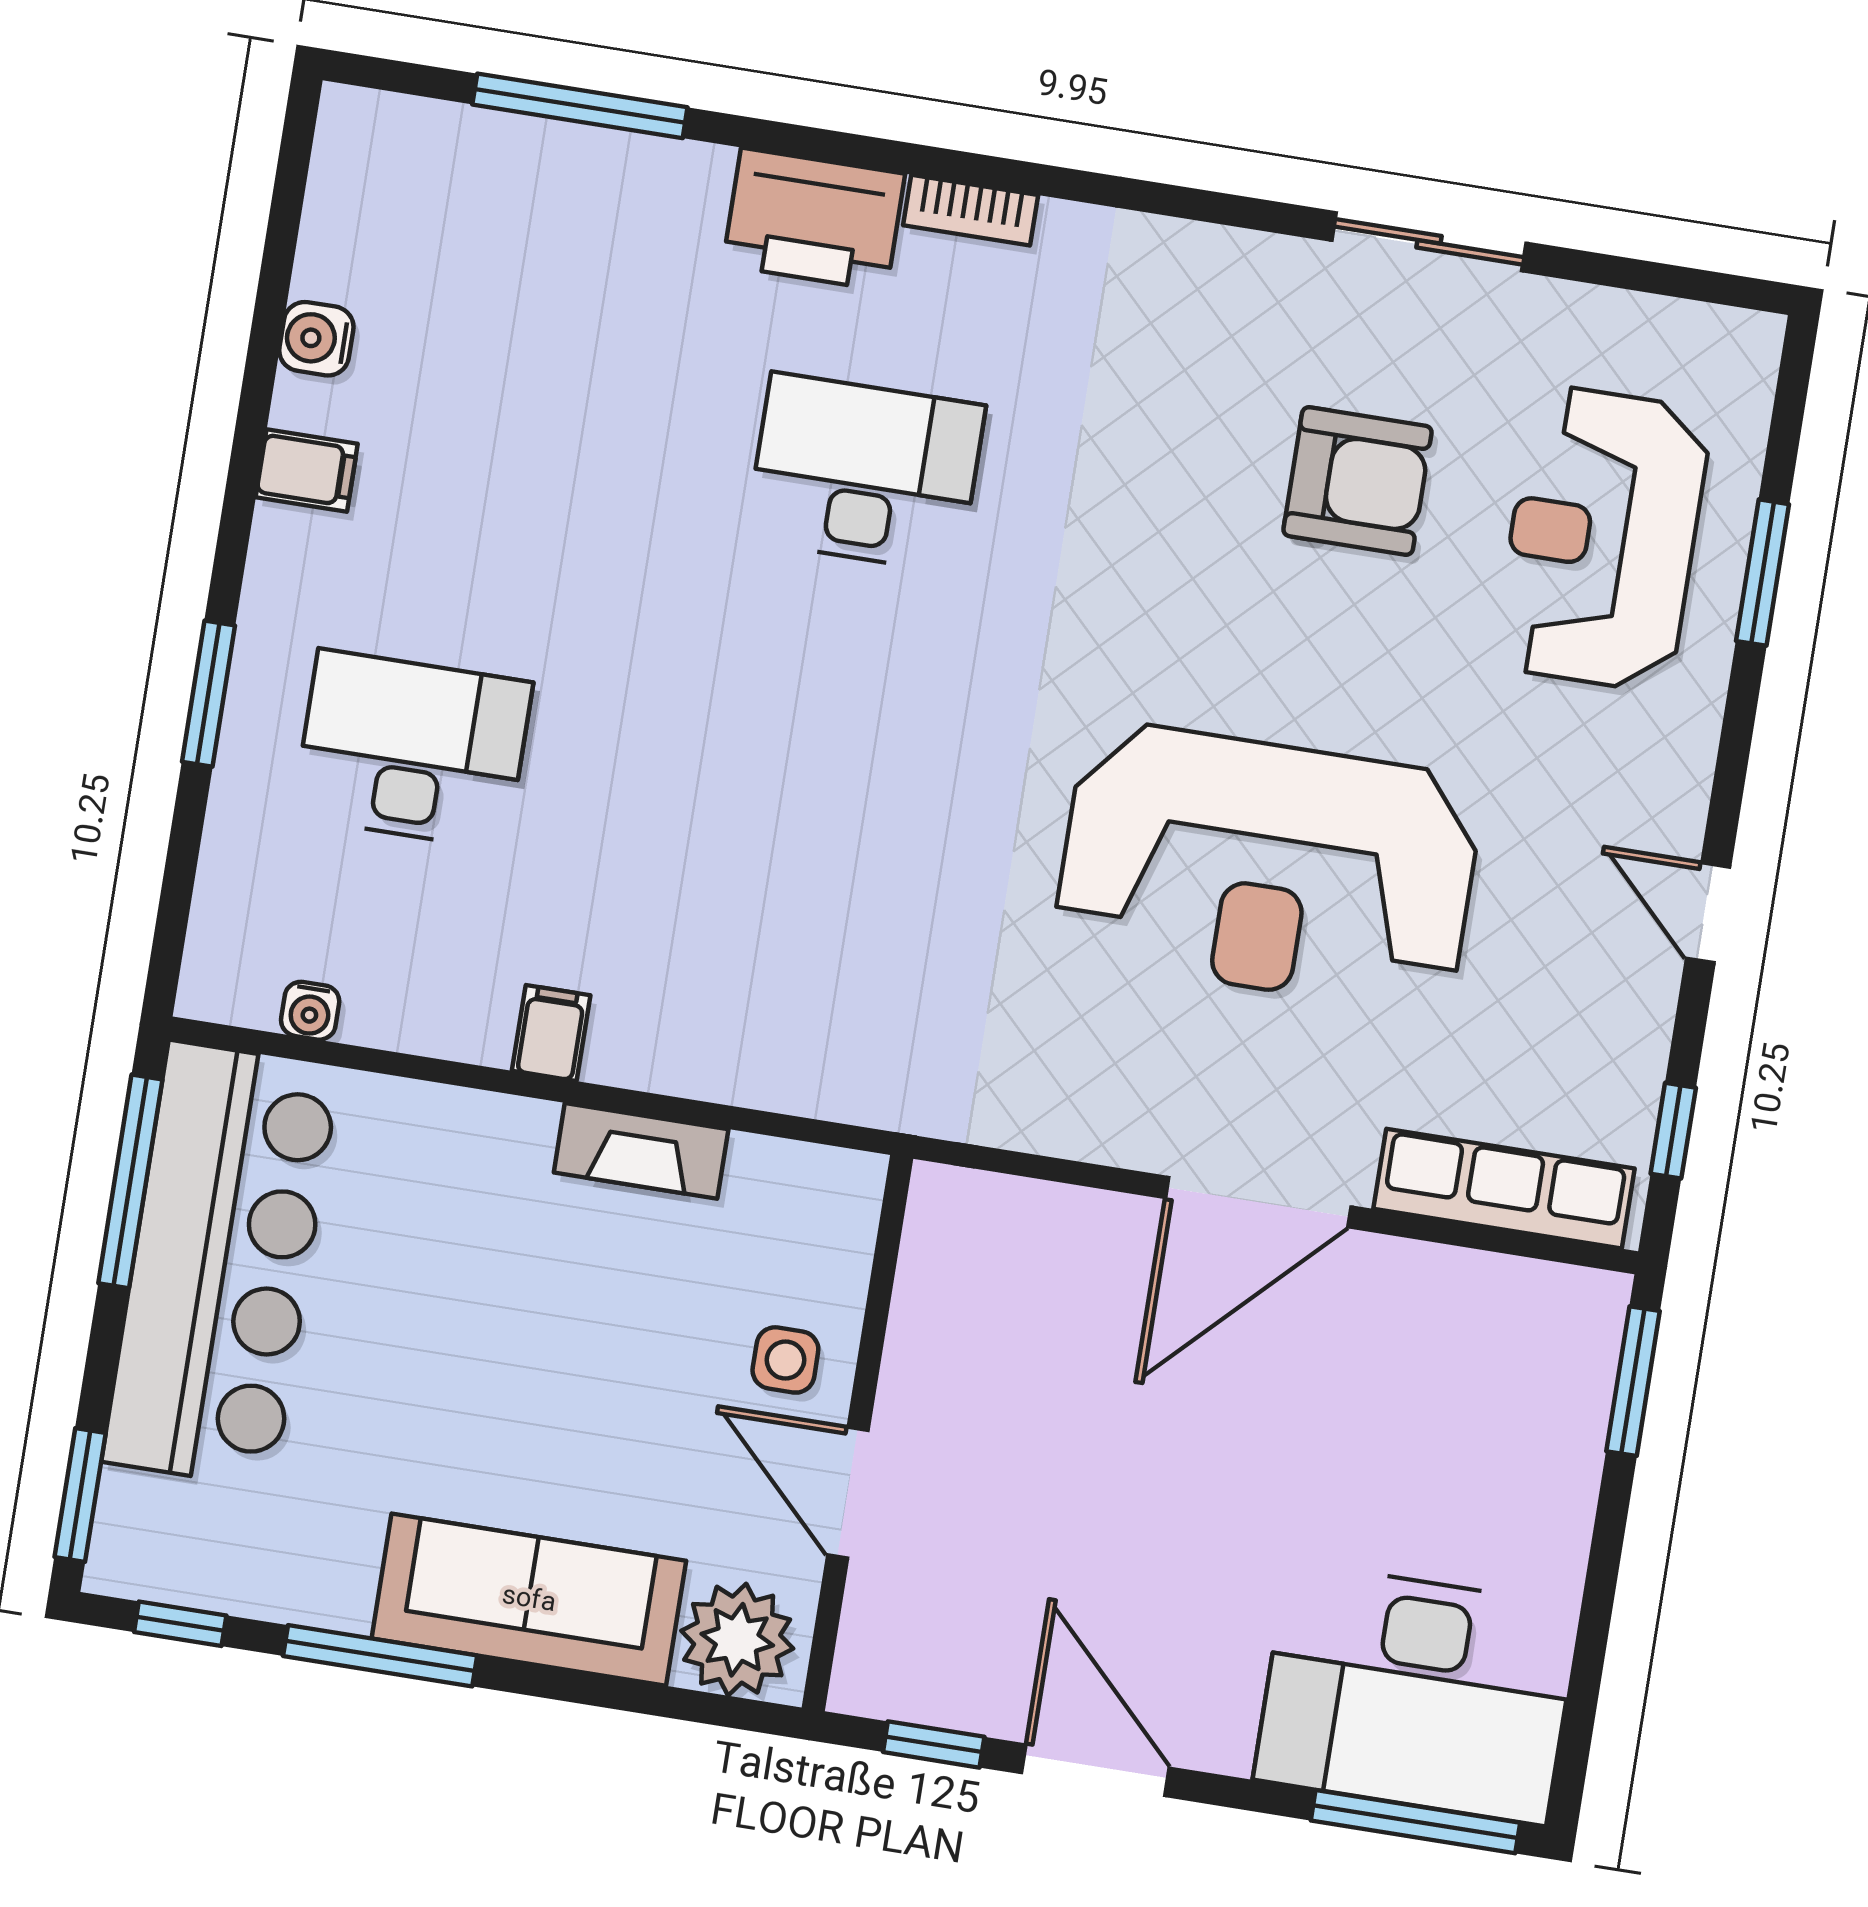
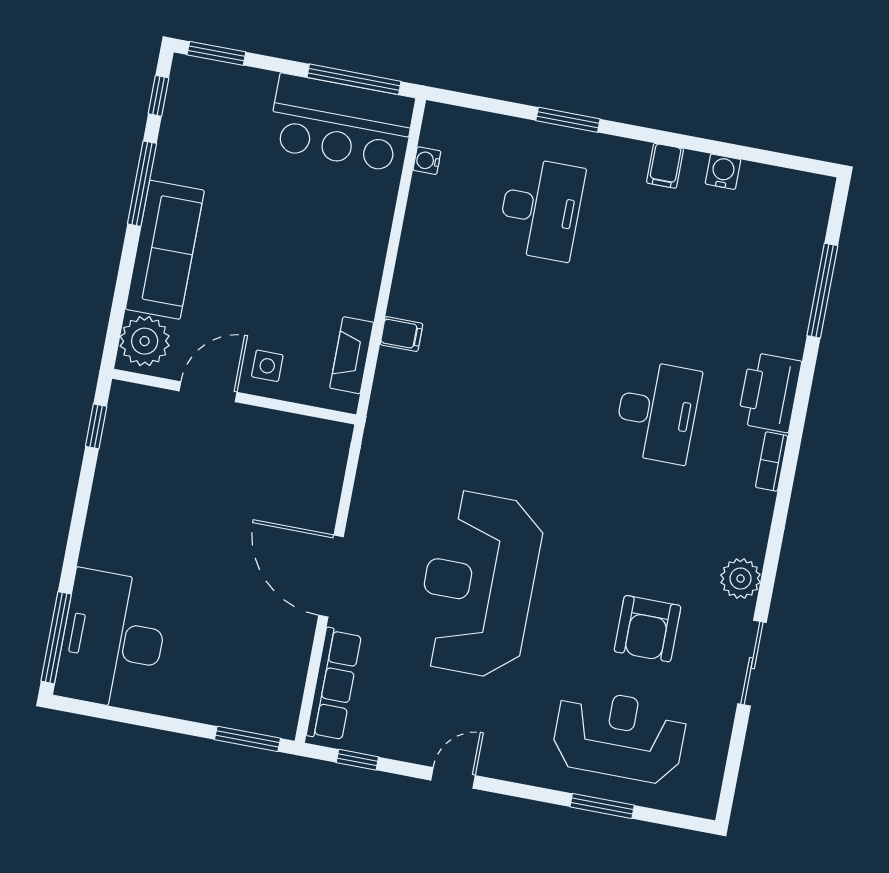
plant: (1238, 273) -> (740, 579), added
filing cabinet: (551, 1033) -> (401, 334), moved
fireplace: (641, 1151) -> (352, 355), moved
bar counter: (221, 1264) -> (341, 123), width x0.73
door: (1095, 1770) -> (83, 497), removed

